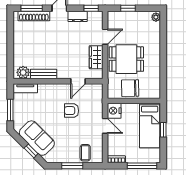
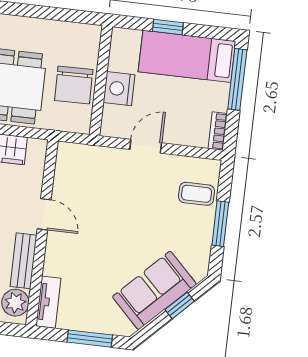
door: (78, 81) -> (44, 214), moved
armchair: (72, 111) -> (106, 212), removed
nightstand: (114, 111) -> (119, 89), moved, turned 90
bed: (150, 125) -> (187, 56), moved, turned 180

